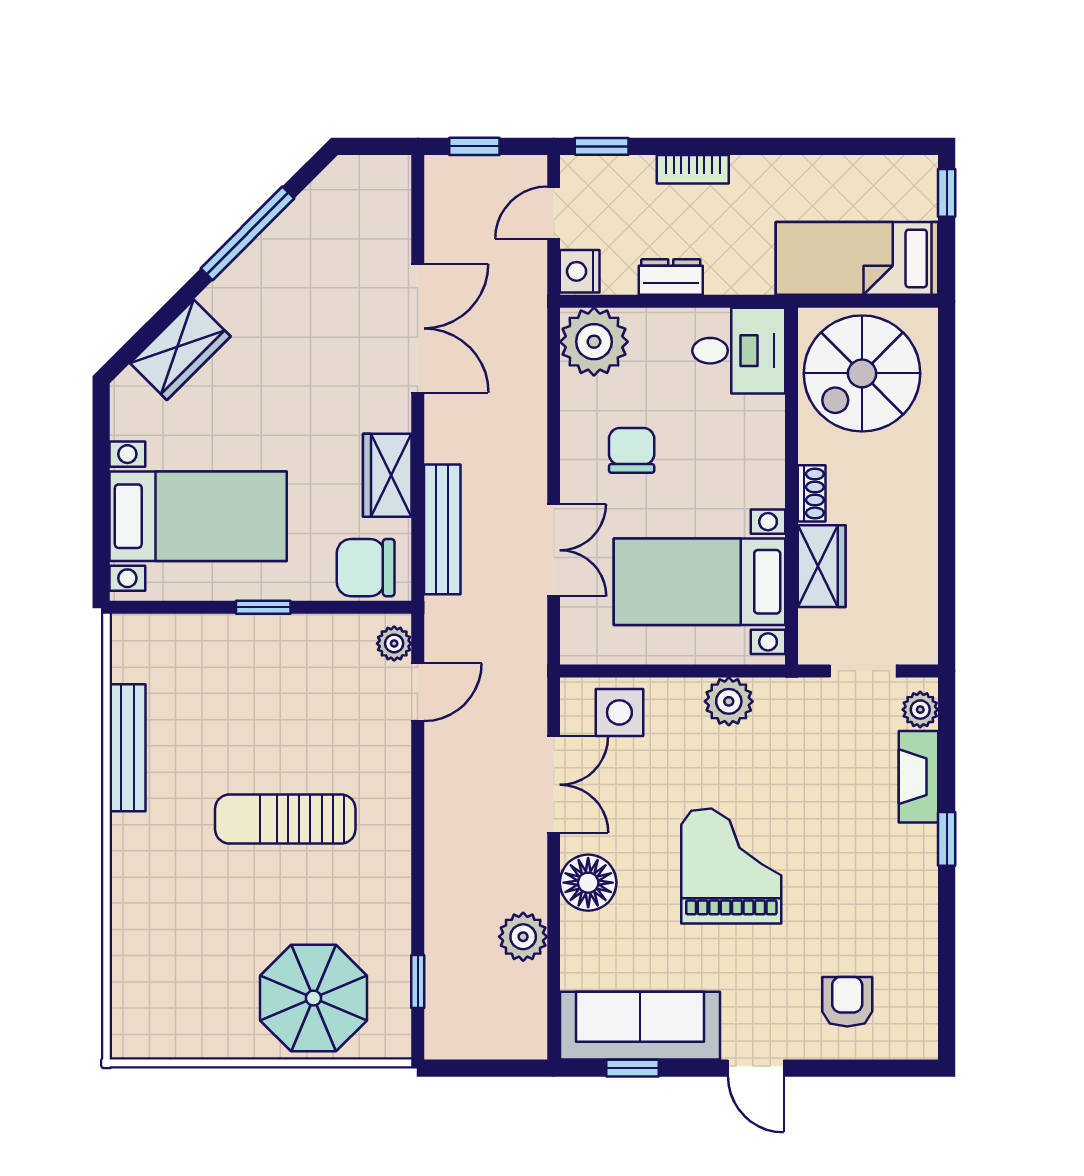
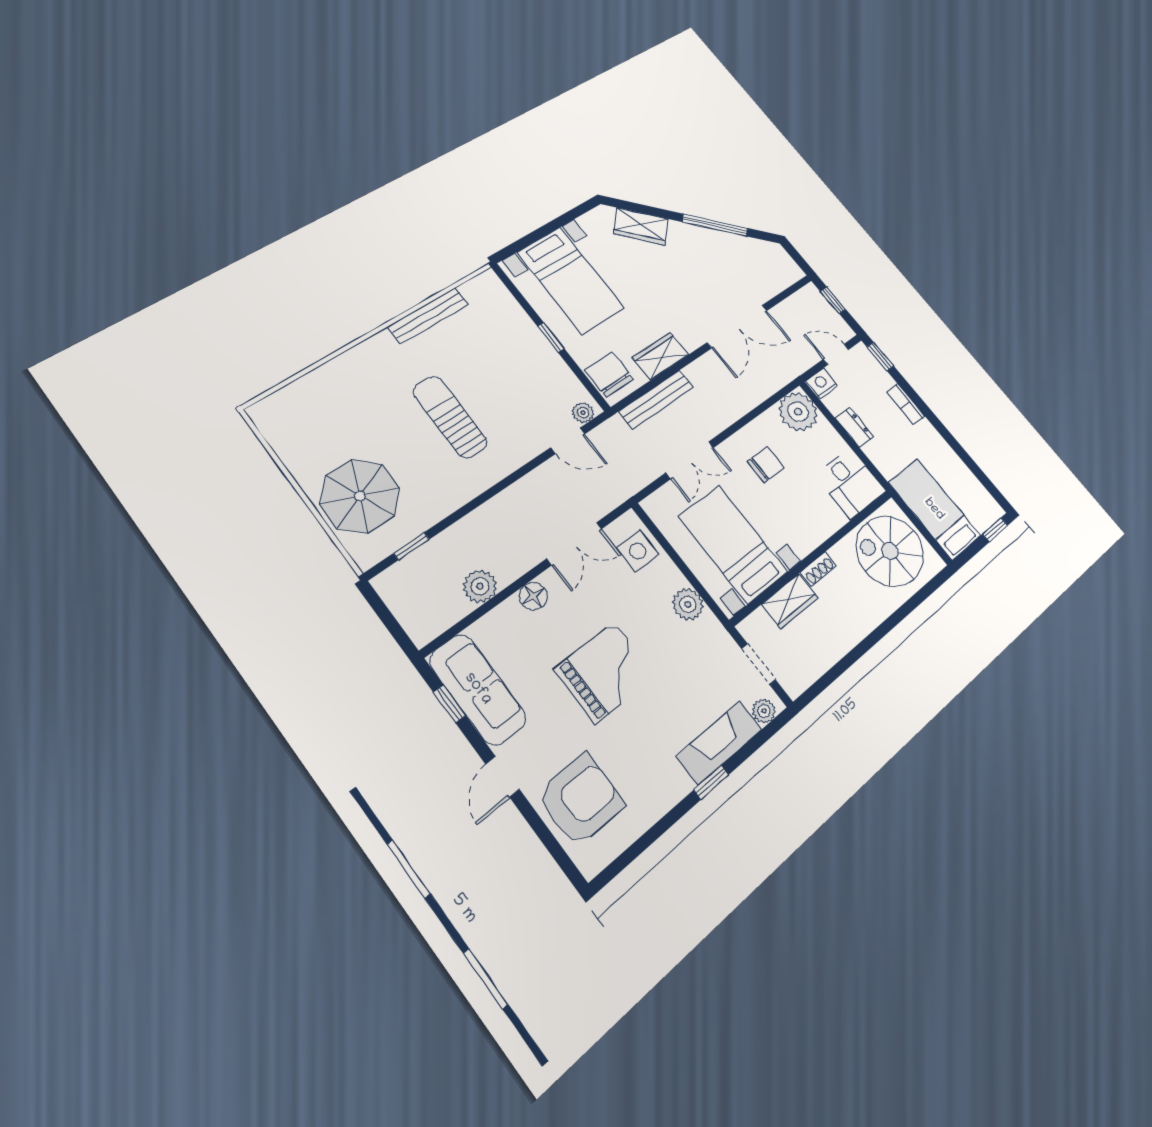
fireplace: (919, 777) -> (719, 743), width x1.37, depth x1.32
floor lamp: (588, 883) -> (533, 596), width x0.73, depth x0.73
armchair: (847, 1002) -> (581, 800), width x1.88, depth x1.88

